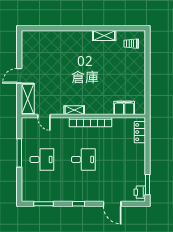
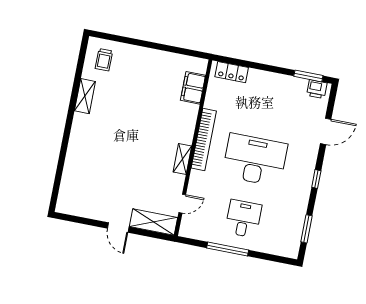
desk: (83, 159) -> (255, 160), width x1.87, depth x1.30

